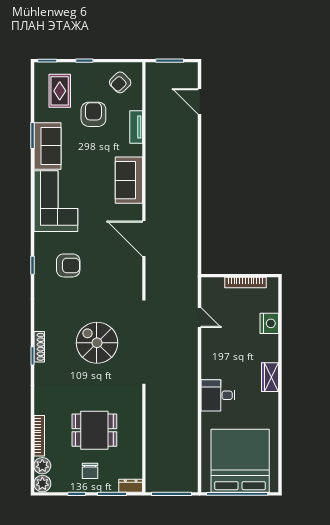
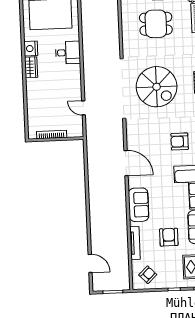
armchair: (93, 114) -> (169, 237), moved, turned 180
tv unit: (136, 127) -> (135, 243), width x1.41
nightstand: (269, 323) -> (31, 49), moved
spiral stairs: (97, 343) -> (157, 87), width x1.37, depth x1.37

